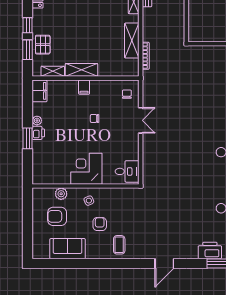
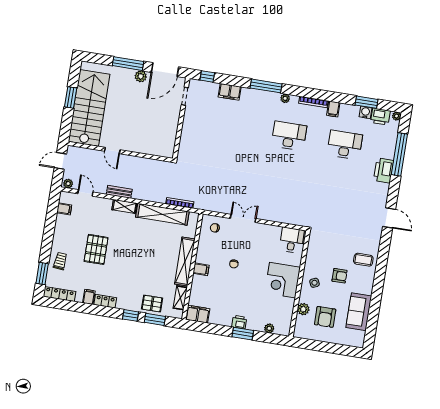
shelving: (132, 41) -> (162, 214), width x1.47
shelving: (81, 70) -> (185, 262), width x1.47
plant: (37, 121) -> (269, 328), moved
armchair: (100, 224) -> (340, 276), turned 180

